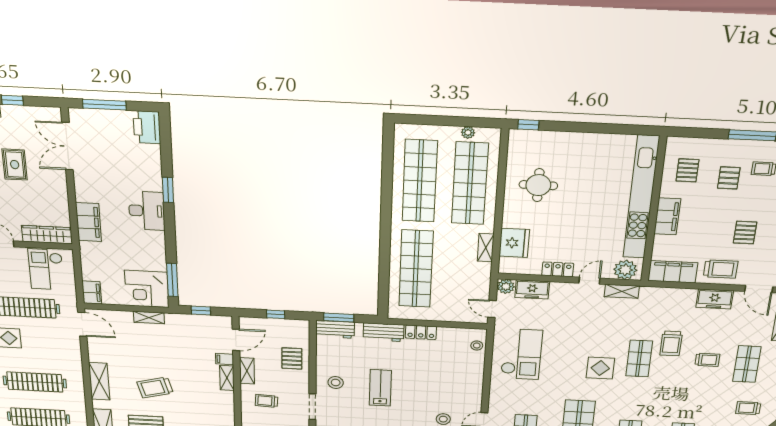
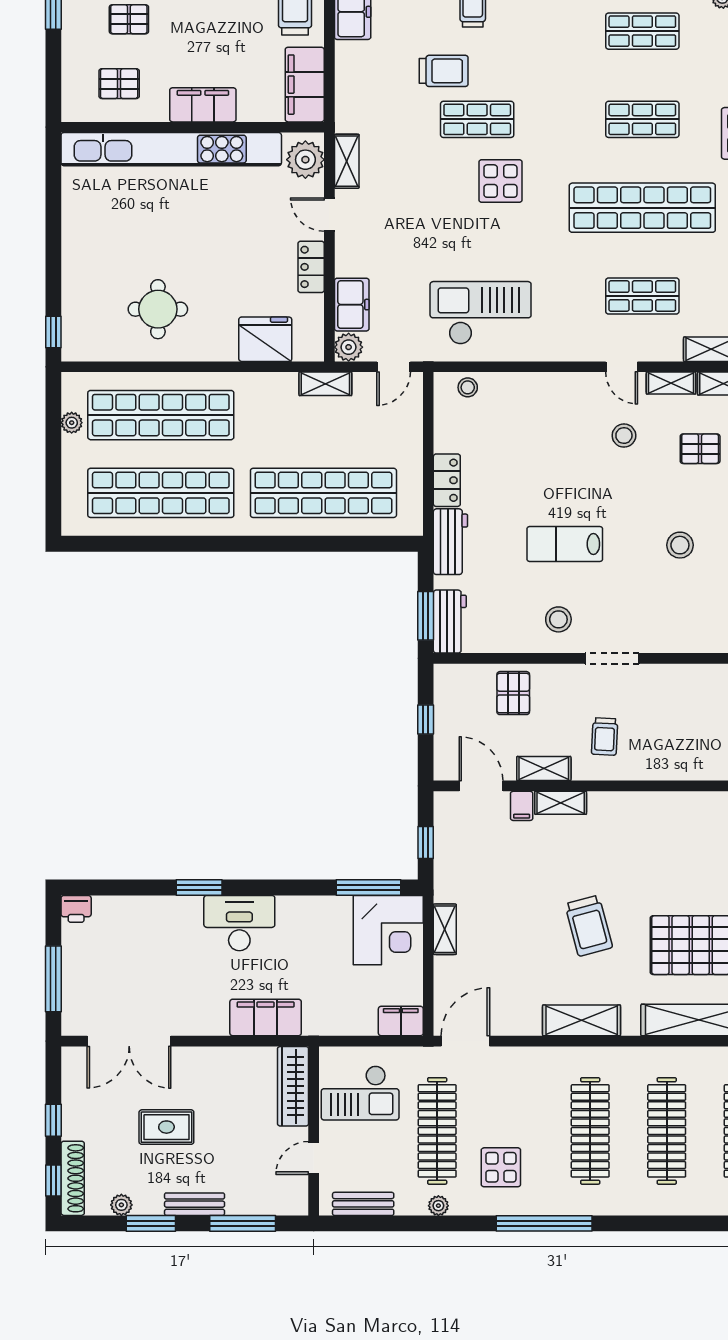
printer: (147, 127) -> (76, 909), width x0.53, depth x0.68
shelving: (486, 248) -> (325, 384), moved
pallet: (292, 358) -> (513, 693), turned 90

